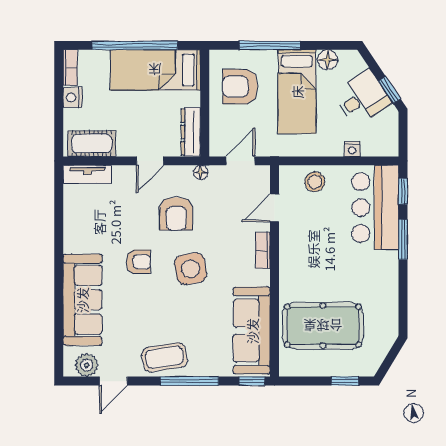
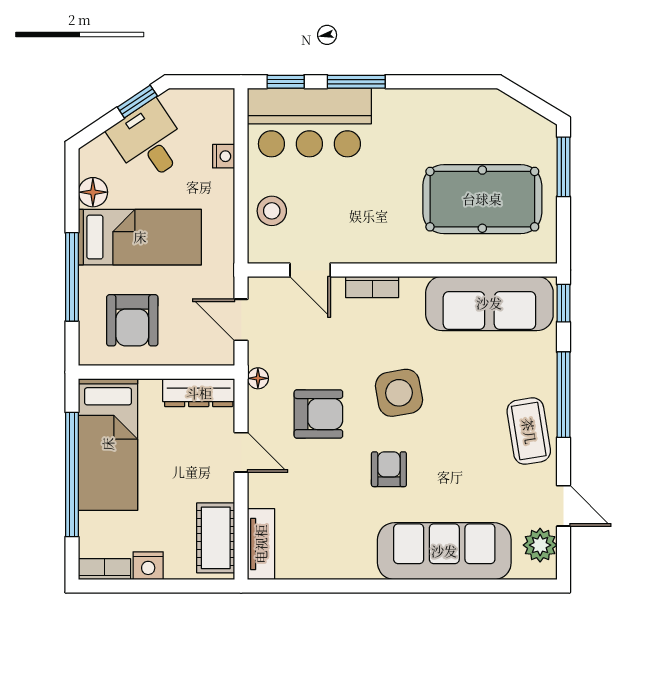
pool table: (323, 326) -> (482, 199), turned 90
window: (345, 381) -> (563, 167), width x1.50

